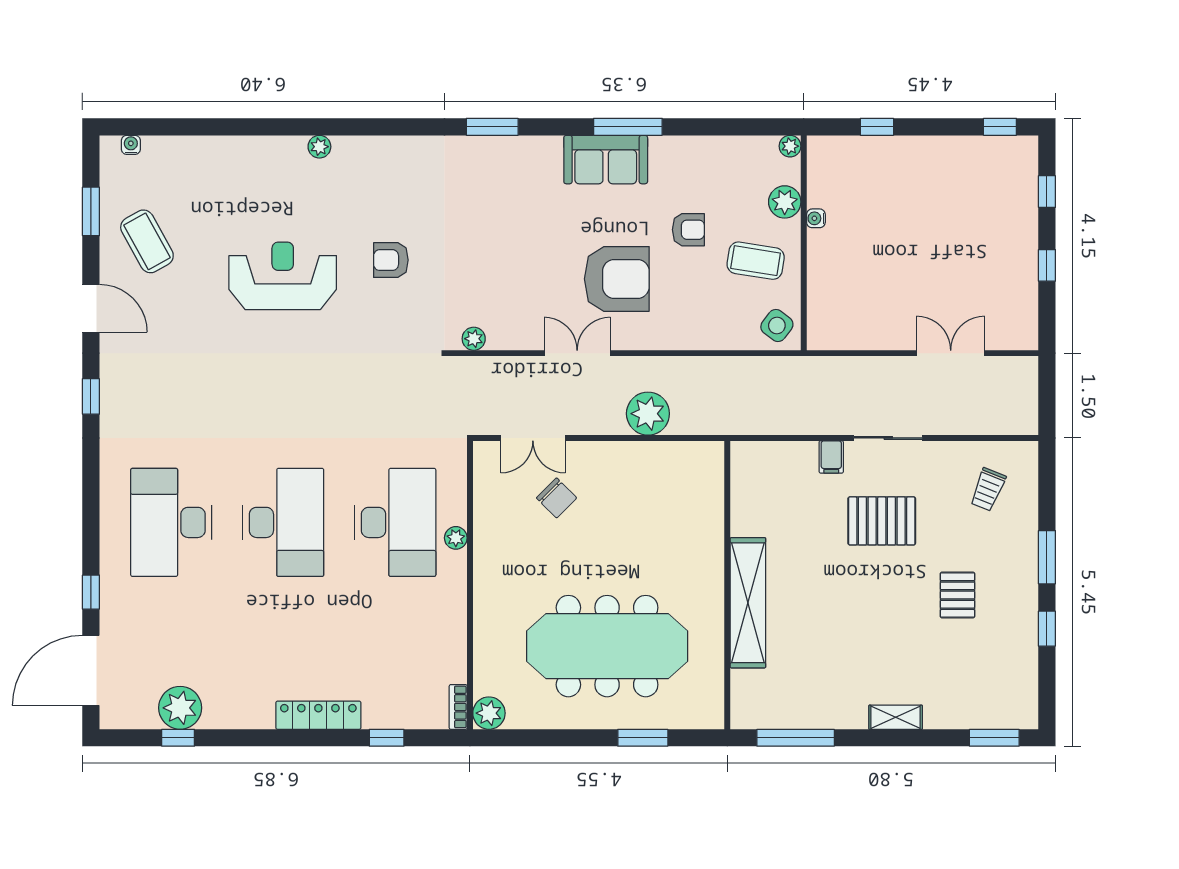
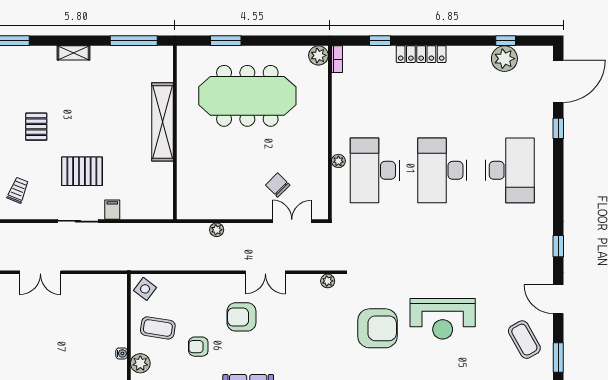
armchair: (391, 260) -> (377, 328), width x1.88, depth x1.88
armchair: (617, 279) -> (241, 317), width x0.73, depth x0.73
plant: (648, 414) -> (217, 230), width x0.53, depth x0.53

